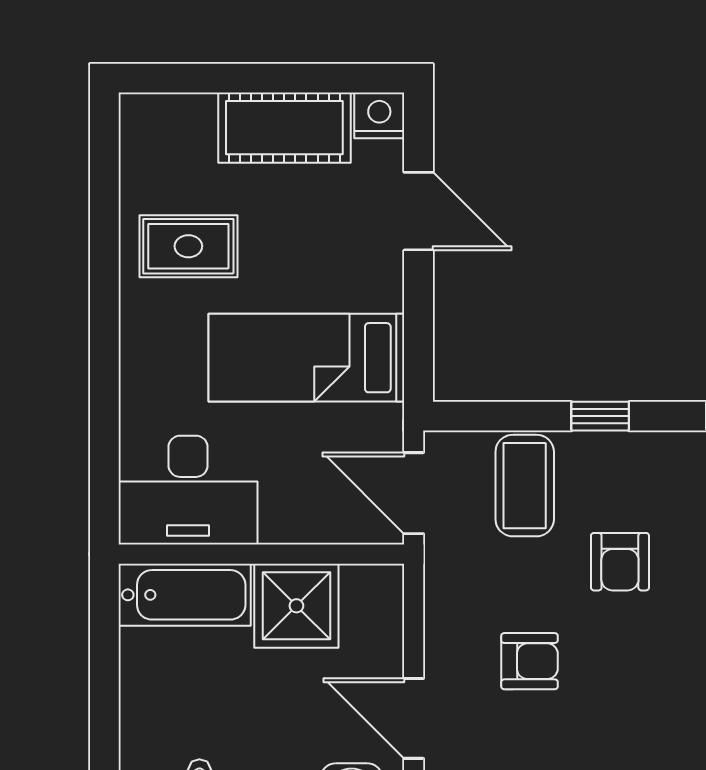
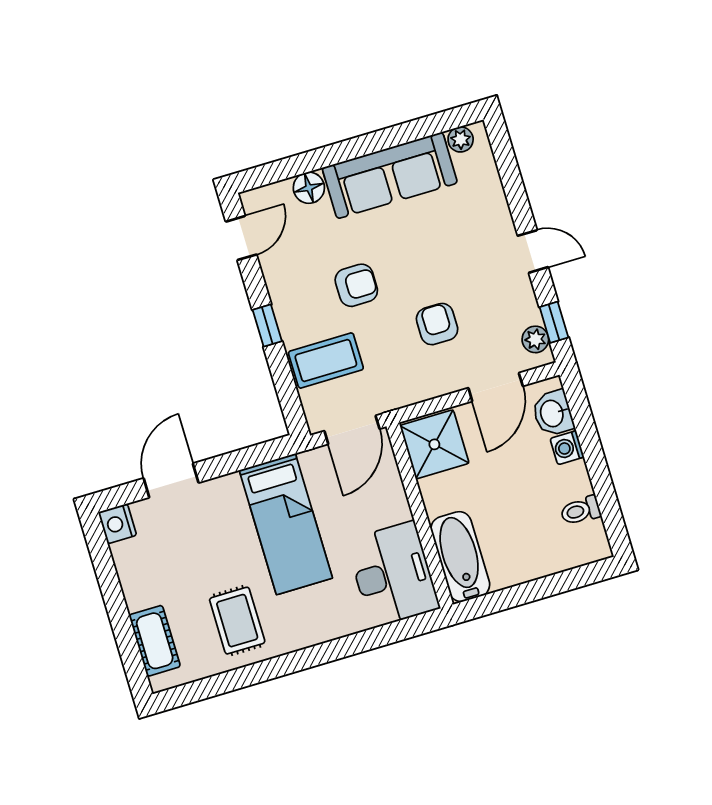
cot: (284, 128) -> (155, 641), moved, width x0.73, depth x0.75
shower: (296, 606) -> (434, 444), moved

